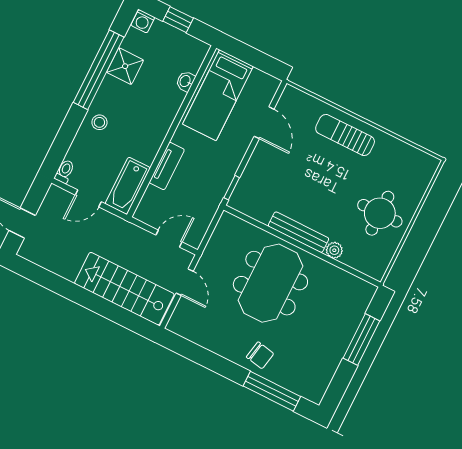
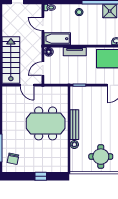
floor lamp: (144, 213) -> (49, 52), added
door: (169, 239) -> (43, 69), swing flipped
door: (185, 282) -> (27, 85), hinge flipped
window: (361, 339) -> (41, 176), width x0.46
chair: (260, 355) -> (13, 159), moved

